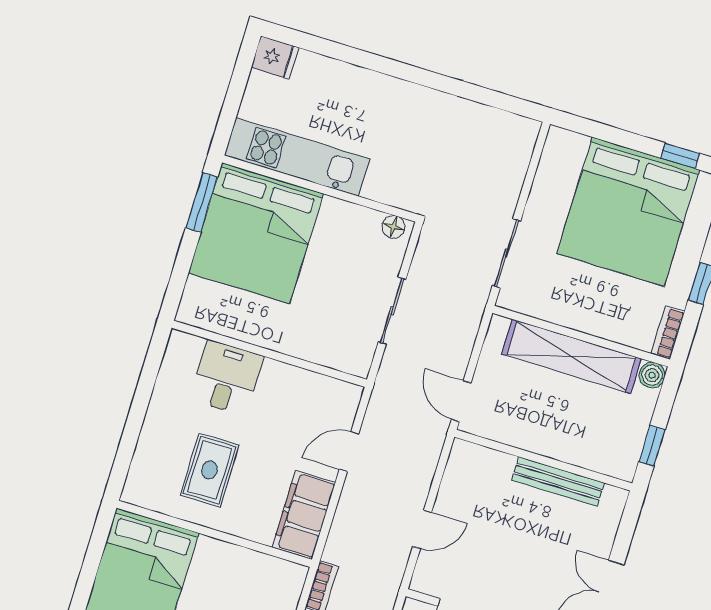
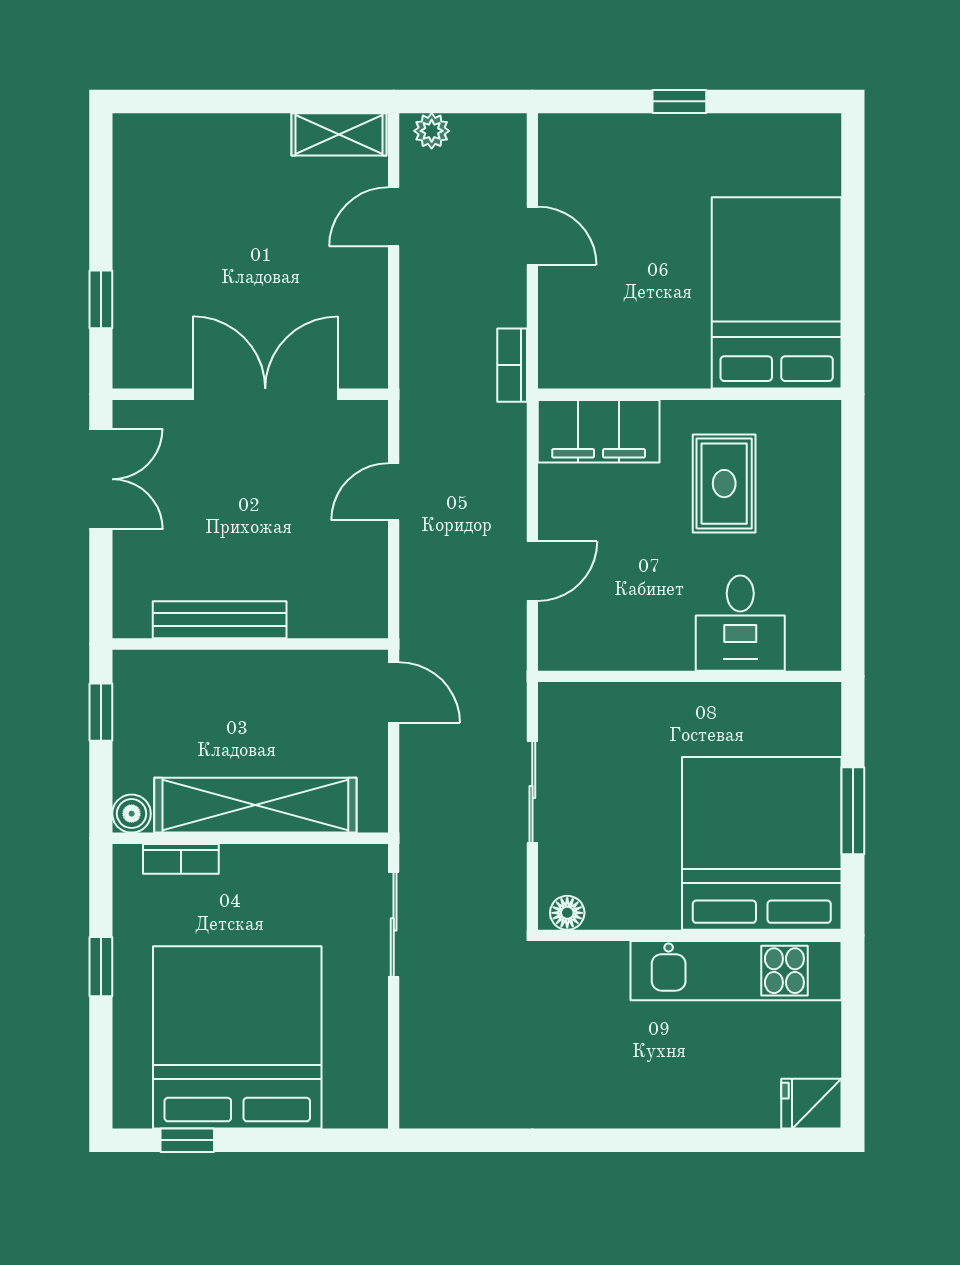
window: (202, 202) -> (853, 811), moved
bookcase: (668, 333) -> (181, 859), moved, turned 90
filing cabinet: (304, 515) -> (599, 431), moved, turned 90

